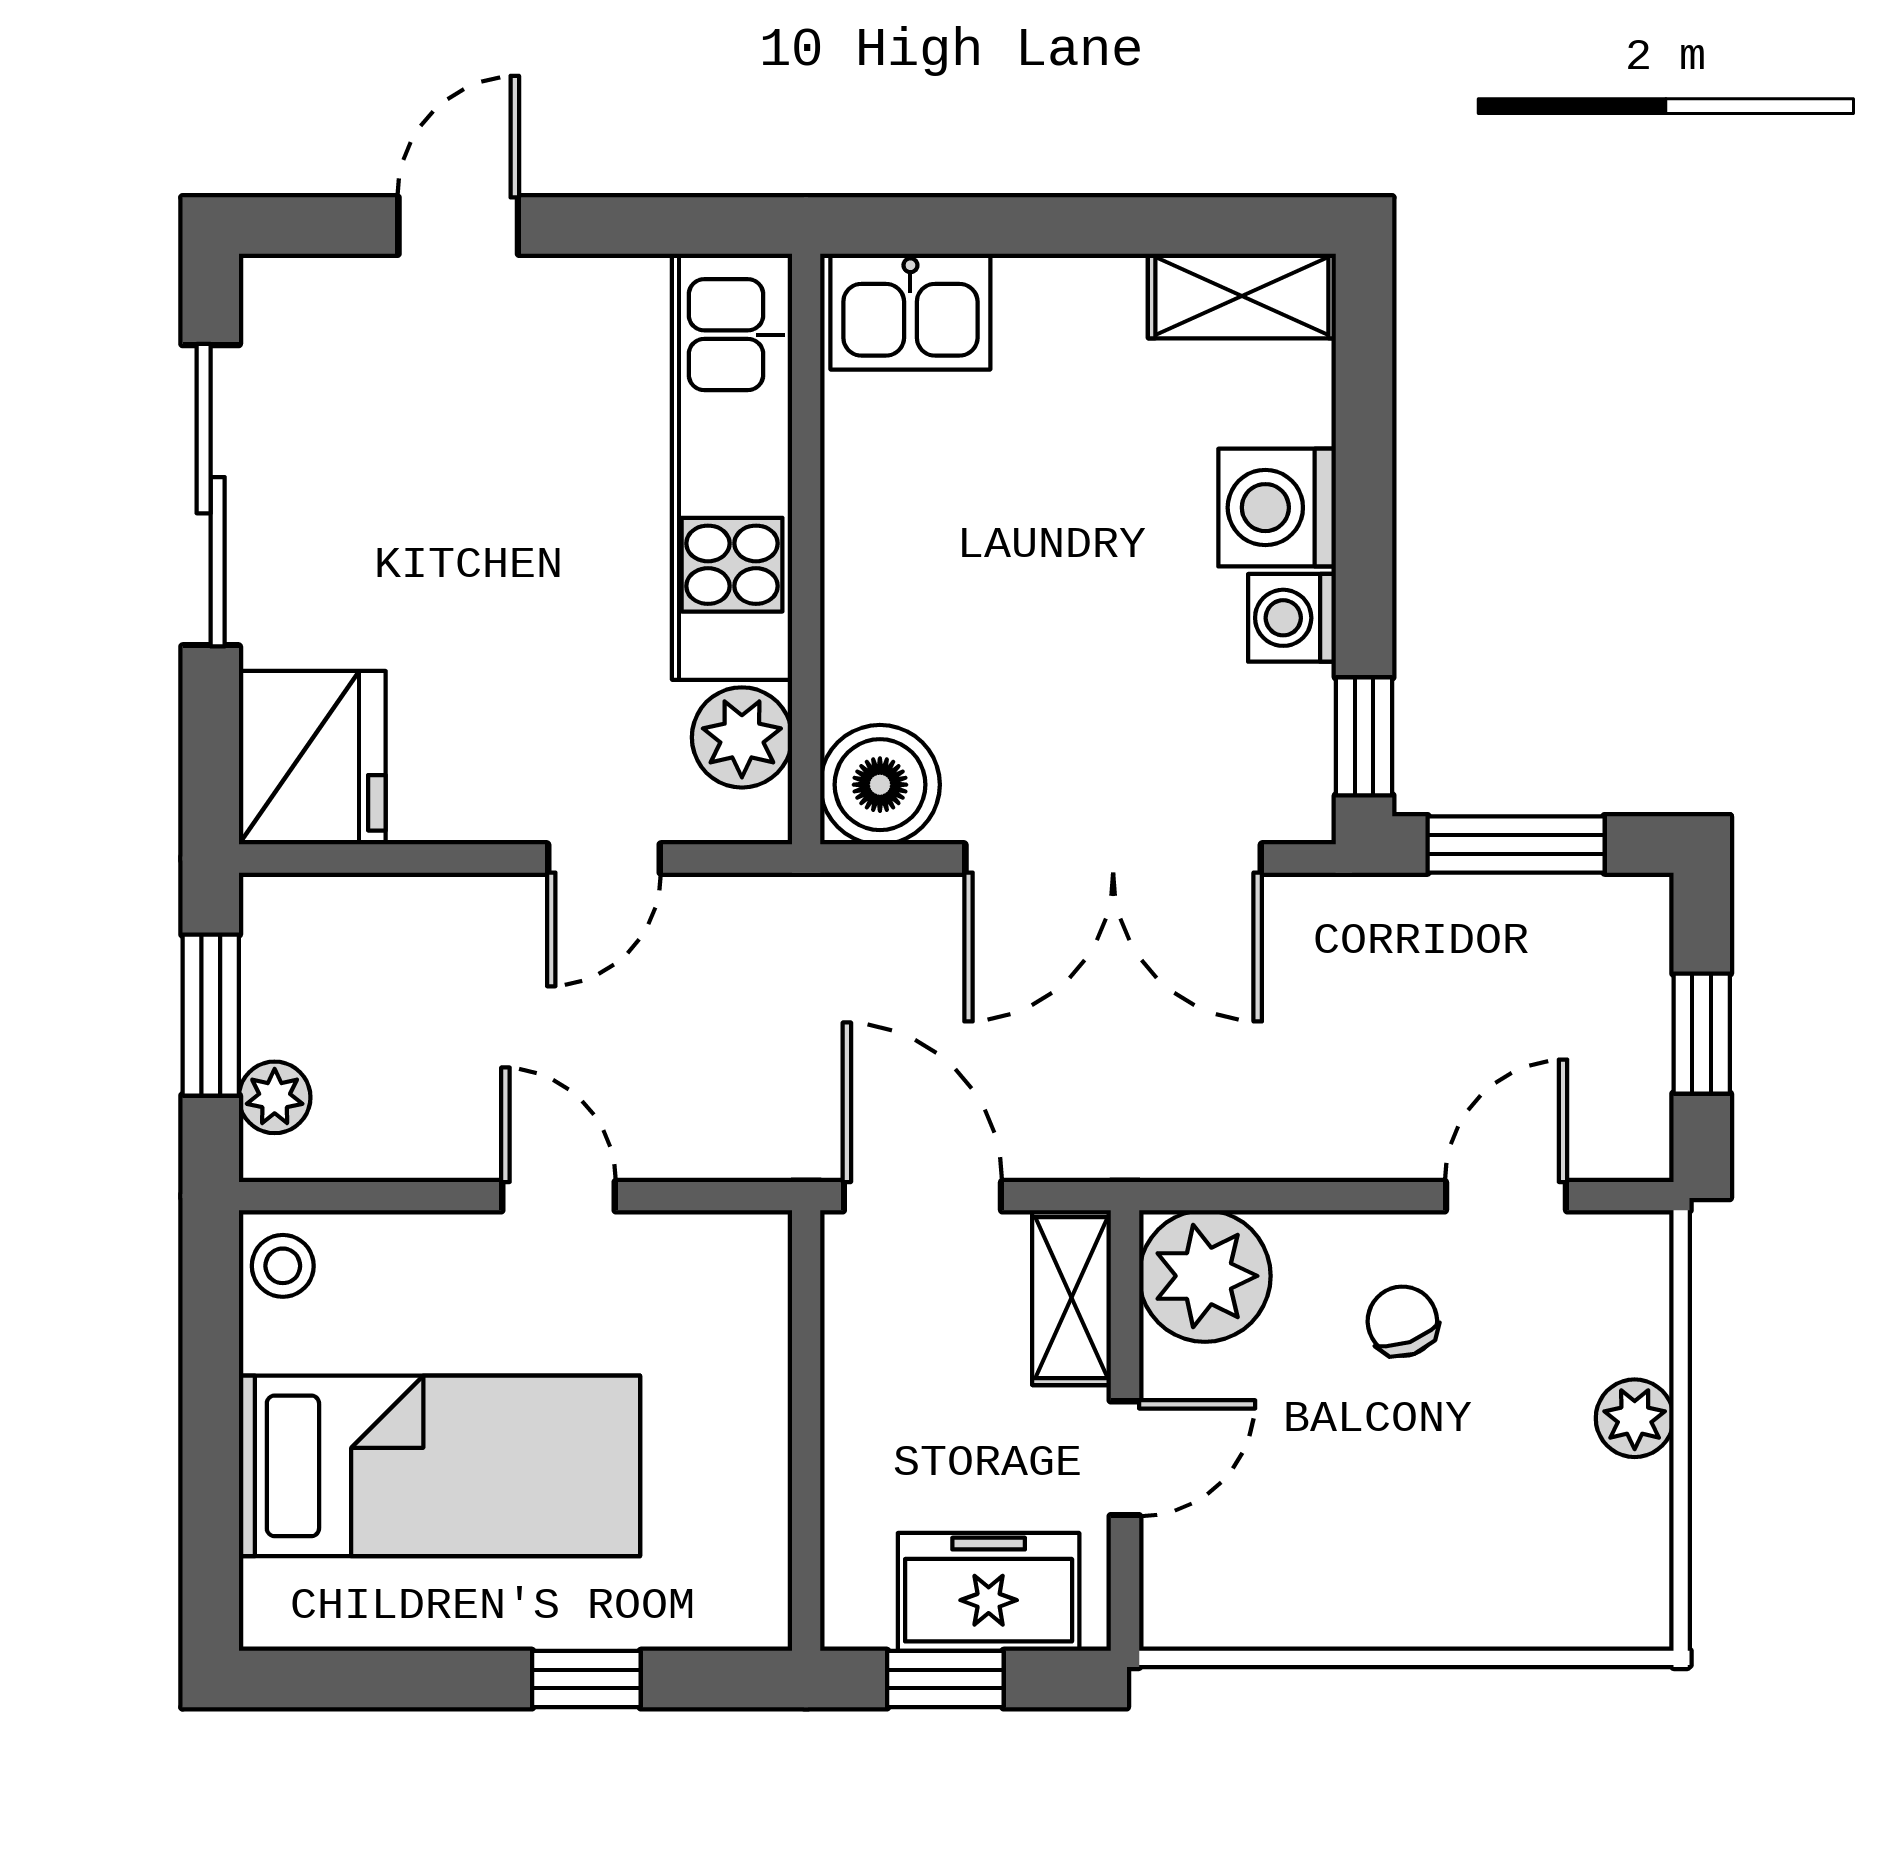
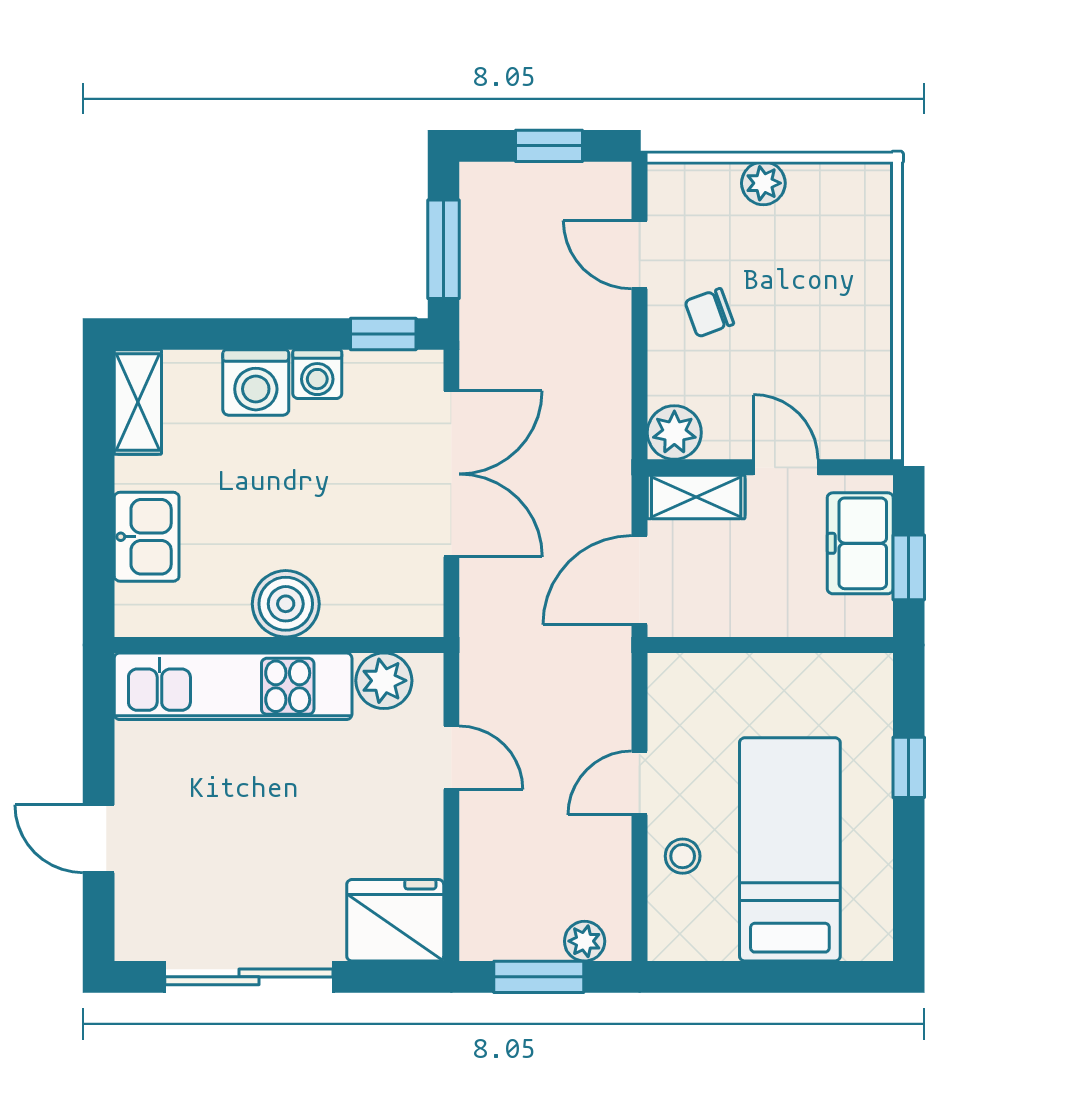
kitchen sink: (910, 312) -> (147, 537), moved
boiler: (880, 785) -> (286, 604), moved
stool: (283, 1266) -> (683, 856), moved
plant: (1205, 1276) -> (674, 433), width x0.73, depth x0.73

